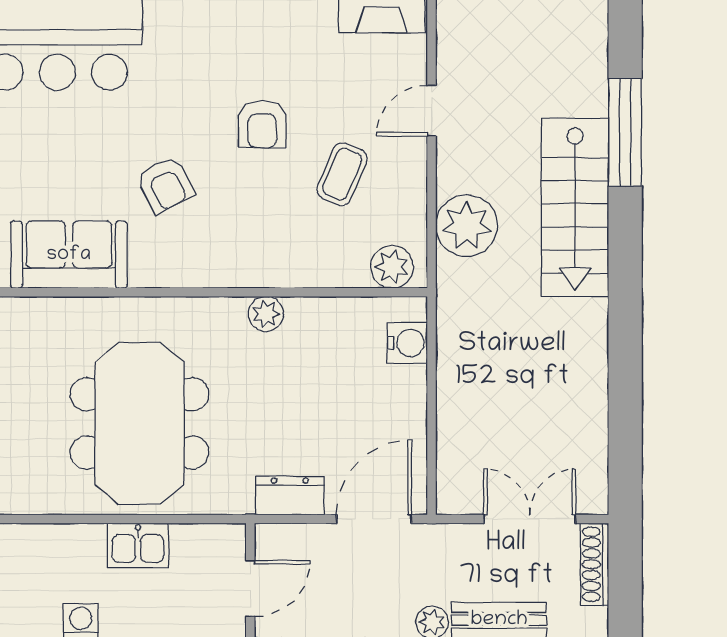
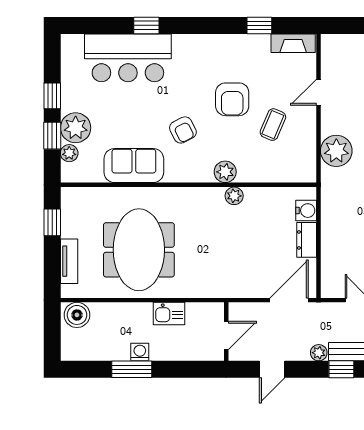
armchair: (262, 124) -> (232, 99), width x1.38, depth x1.38
plant: (392, 267) -> (225, 172), moved
meeting table: (139, 423) -> (139, 250), moved
dresser: (290, 496) -> (307, 240), moved, turned -90

